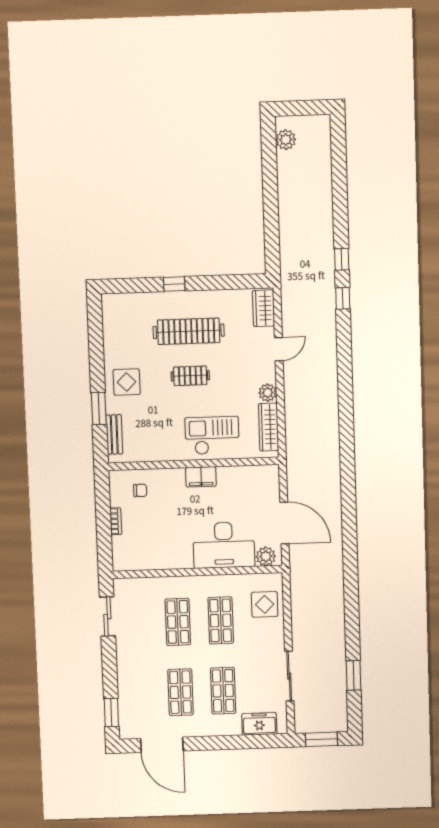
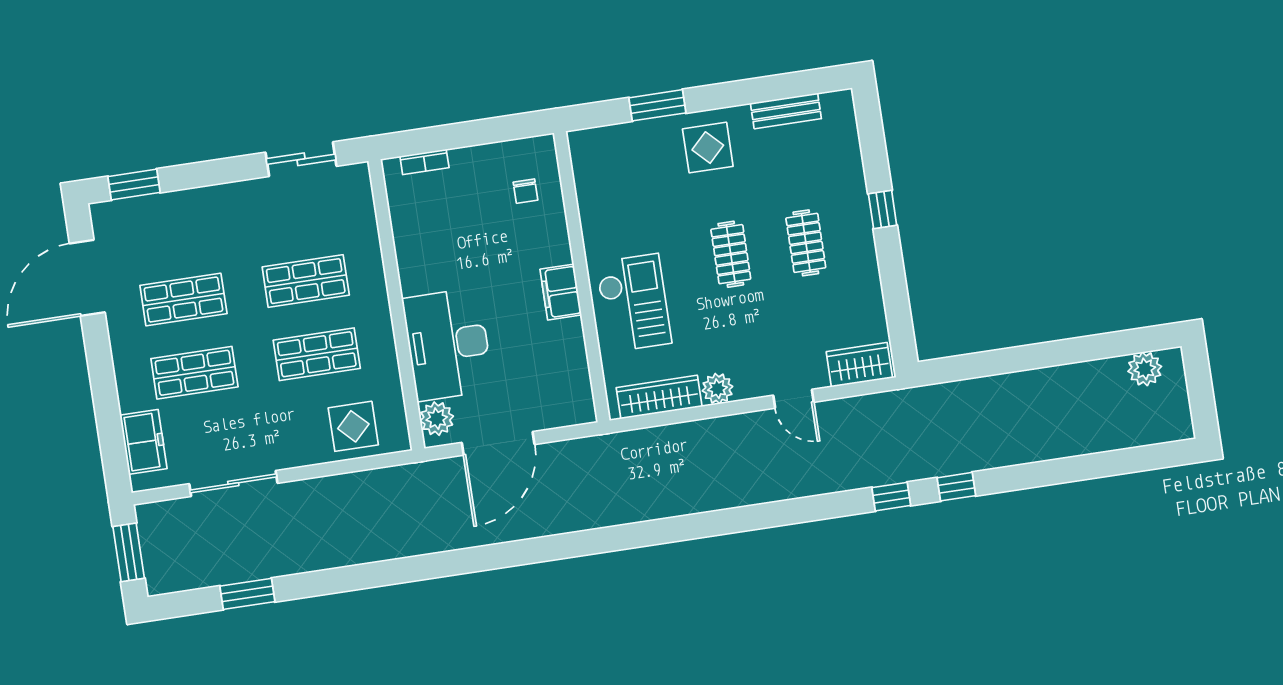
clothes rail: (189, 331) -> (806, 243), width x0.54, depth x0.76
bench: (114, 434) -> (786, 111), moved
bookcase: (116, 521) -> (424, 162), moved

